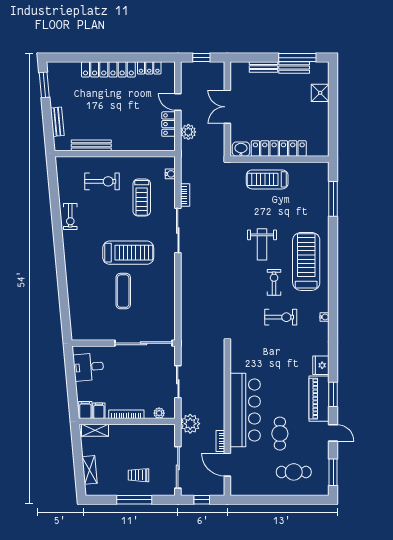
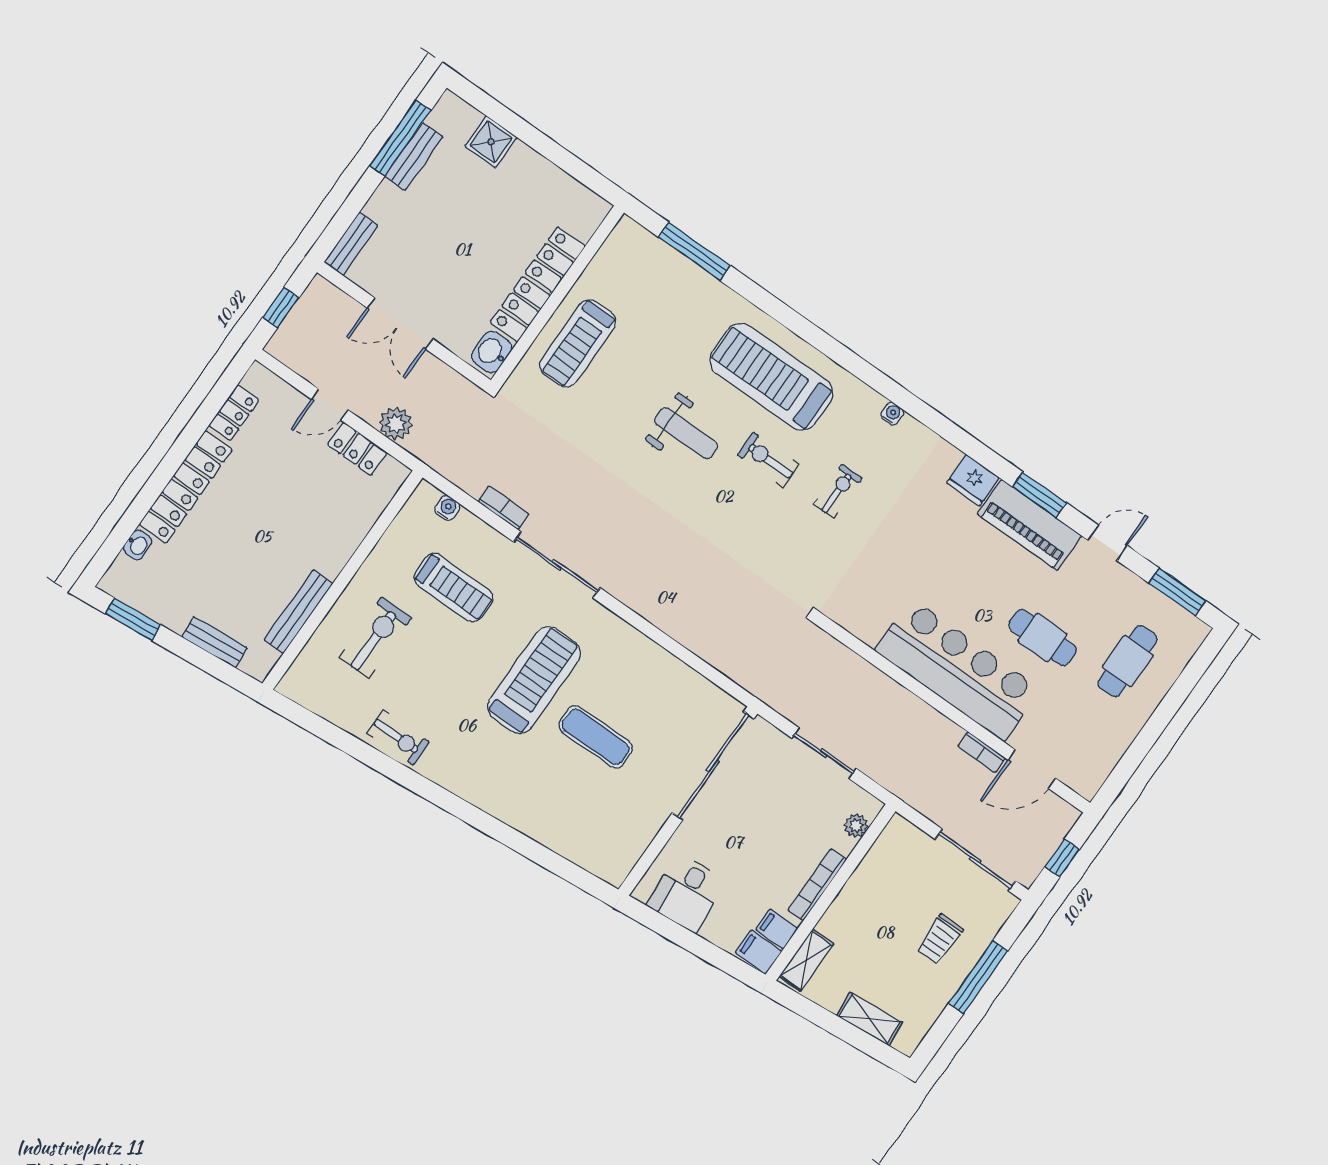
washbasin: (74, 67) -> (138, 545), added
bench: (264, 67) -> (351, 244), moved
exercise bike: (281, 317) -> (838, 491), width x0.73, depth x0.72
plant: (190, 424) -> (913, 784), removed

